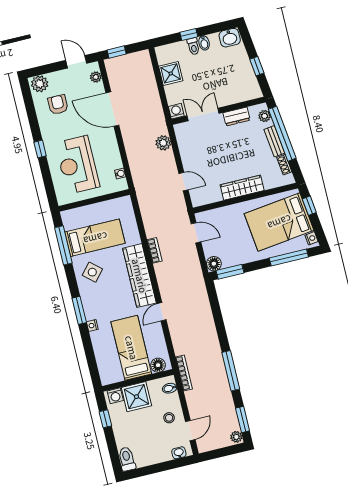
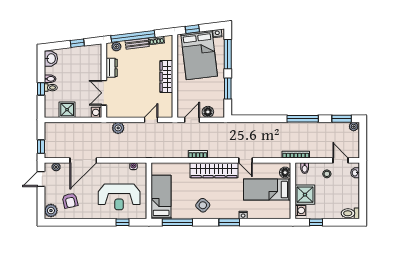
armchair: (58, 105) -> (70, 201), turned -103
window: (40, 149) -> (123, 222), moved
bed: (95, 238) -> (161, 197), moved
floor lamp: (214, 264) -> (208, 112), moved
window: (230, 272) -> (228, 89), moved

